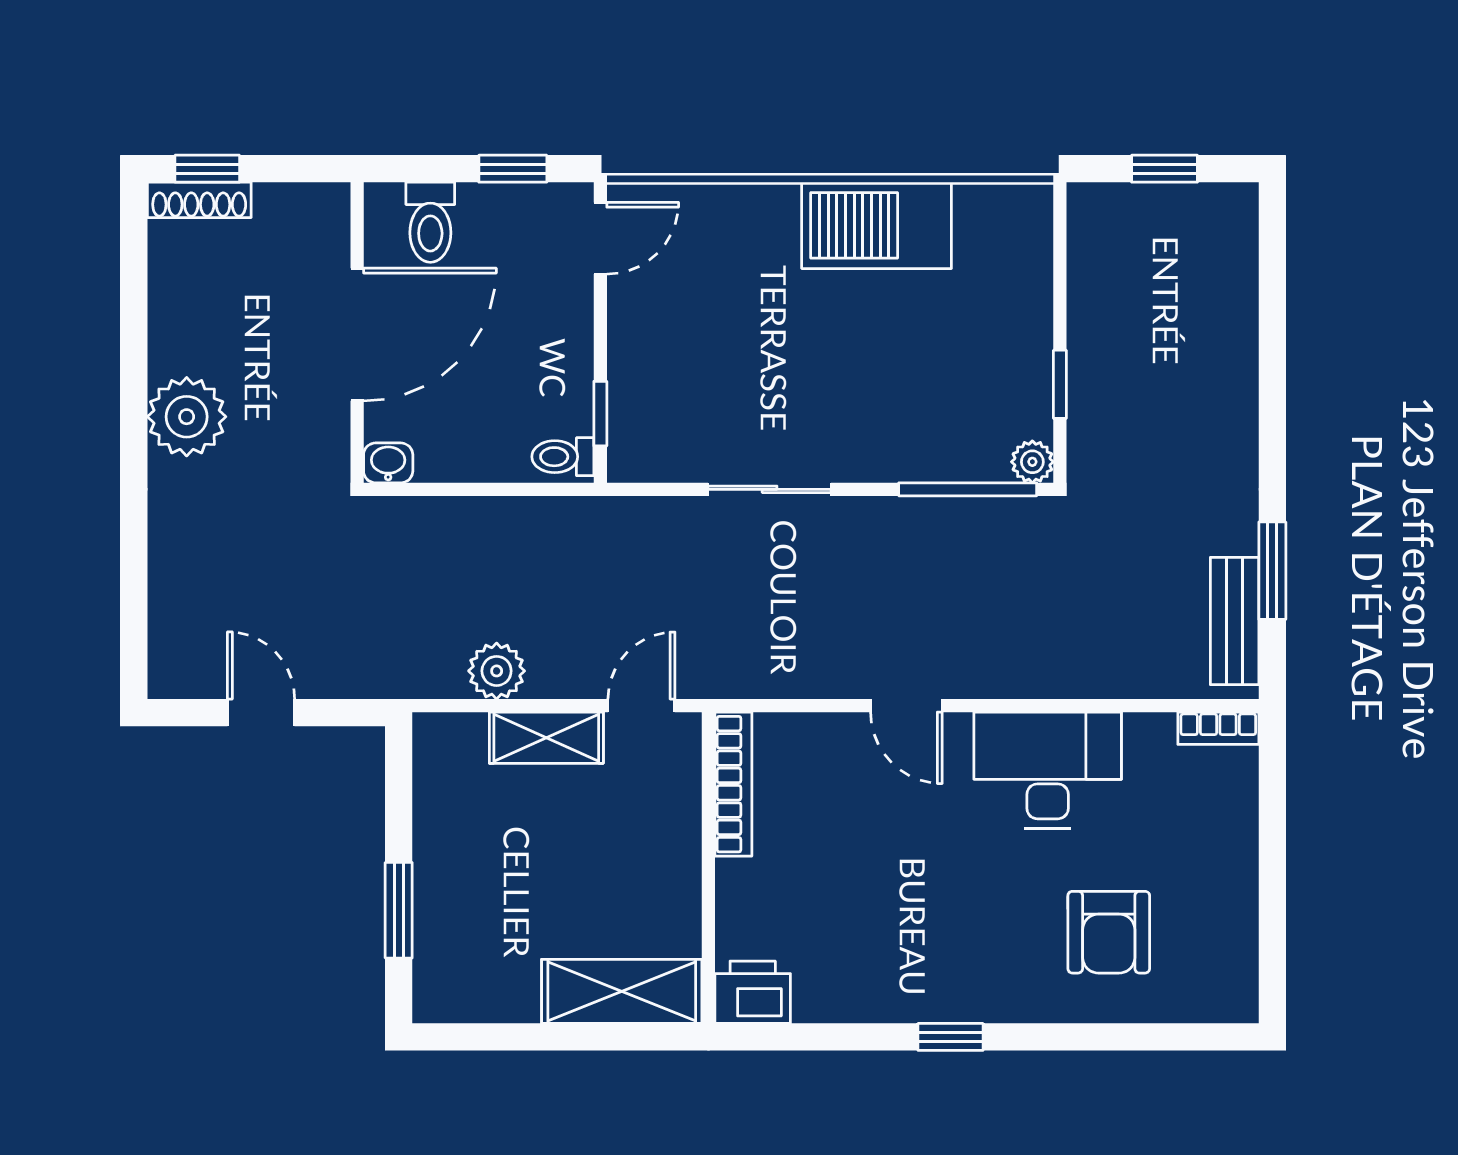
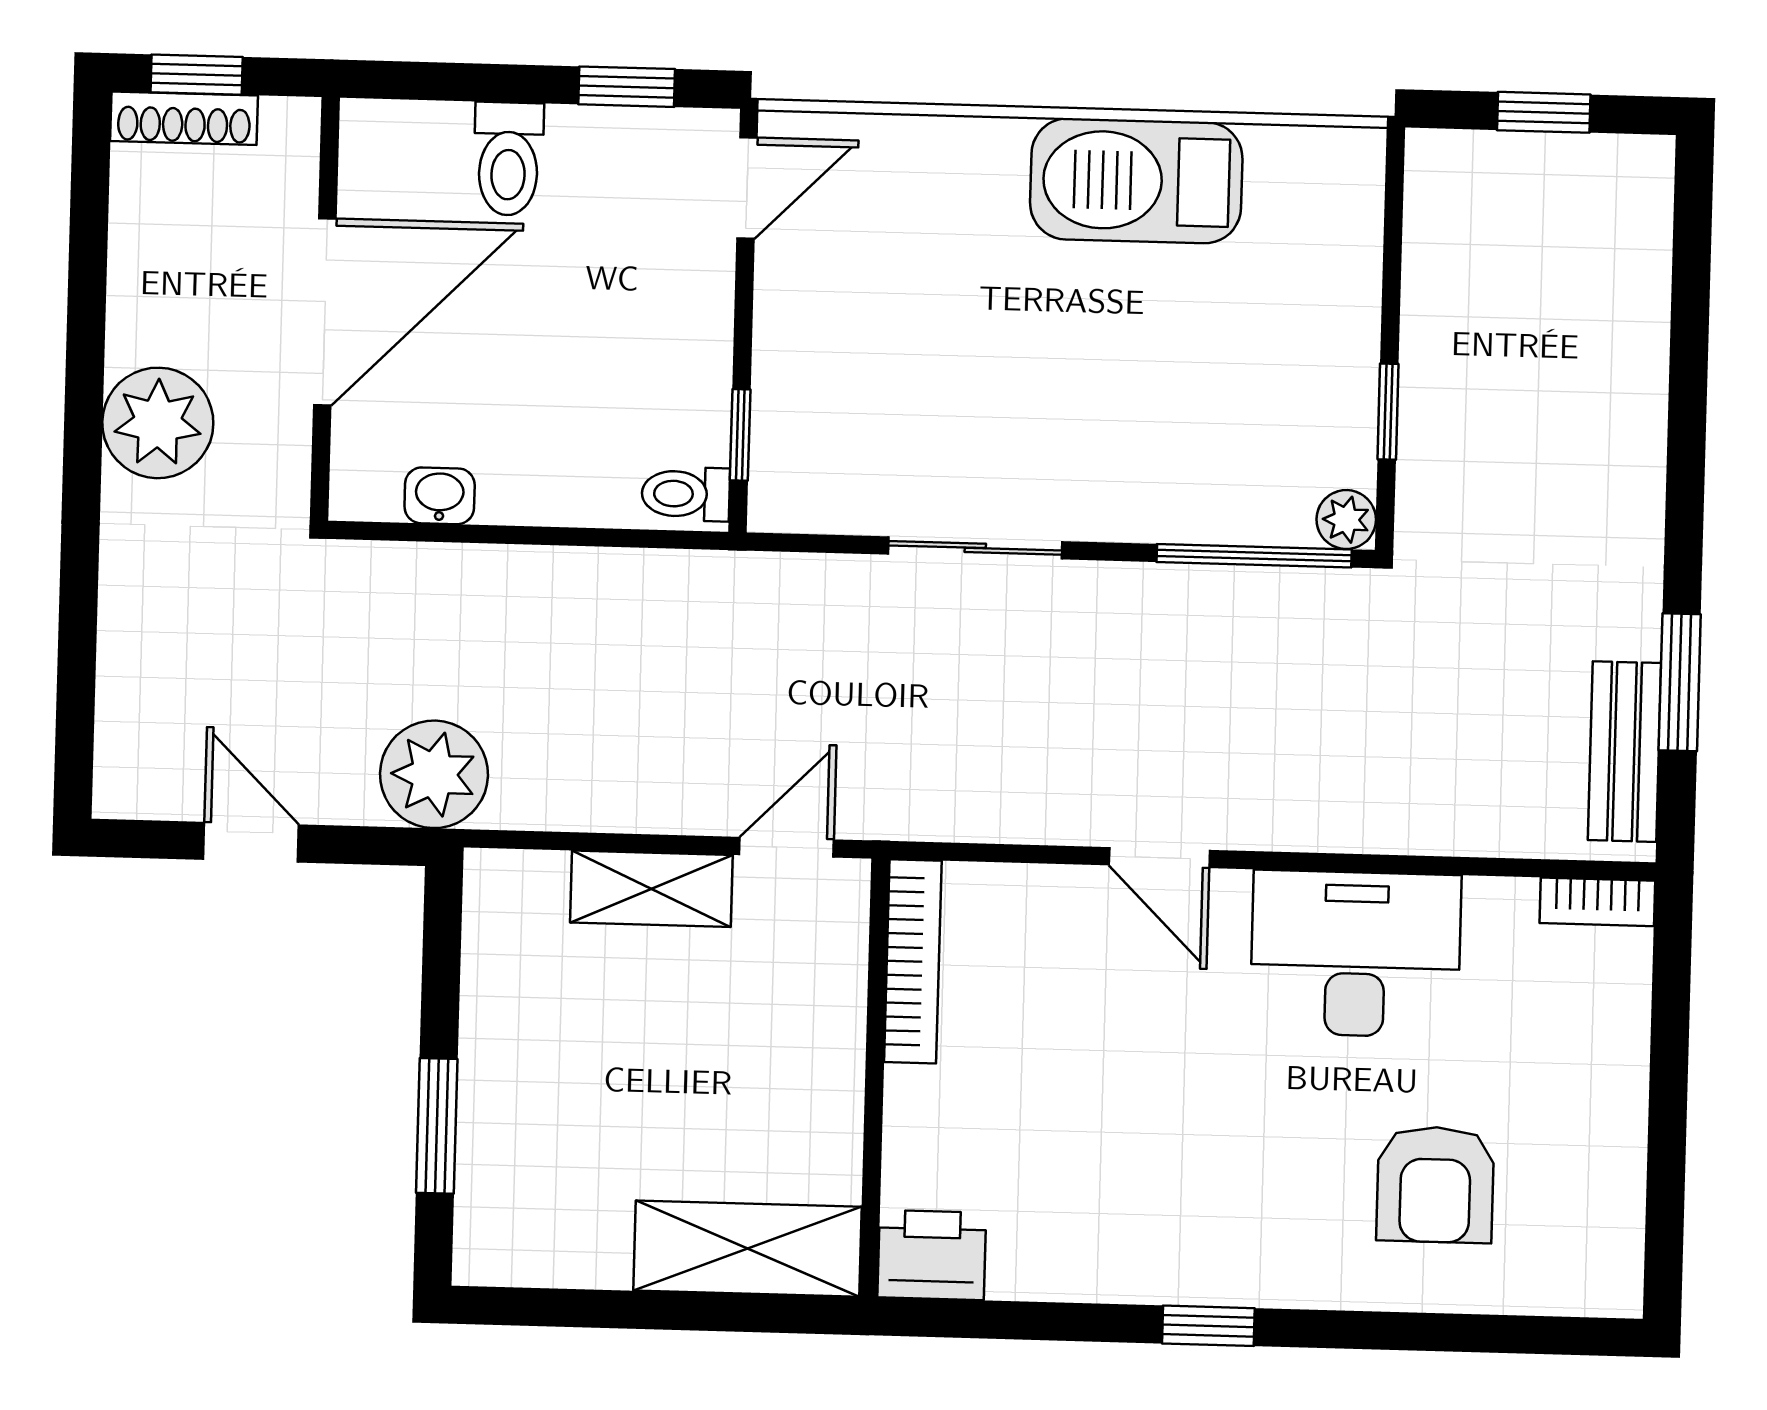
wall: (357, 332) -> (325, 309), moved
door: (357, 335) -> (325, 312), moved
plant: (497, 671) -> (434, 774), moved, width x1.36, depth x1.36

